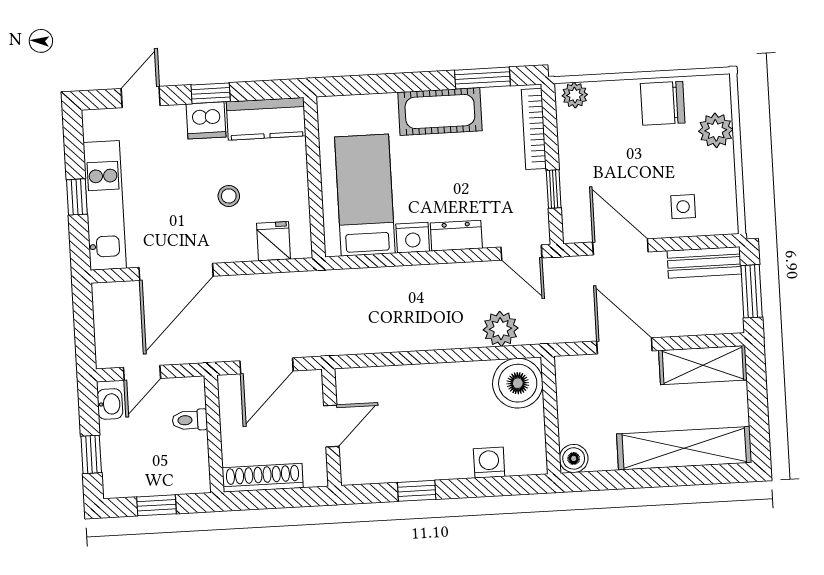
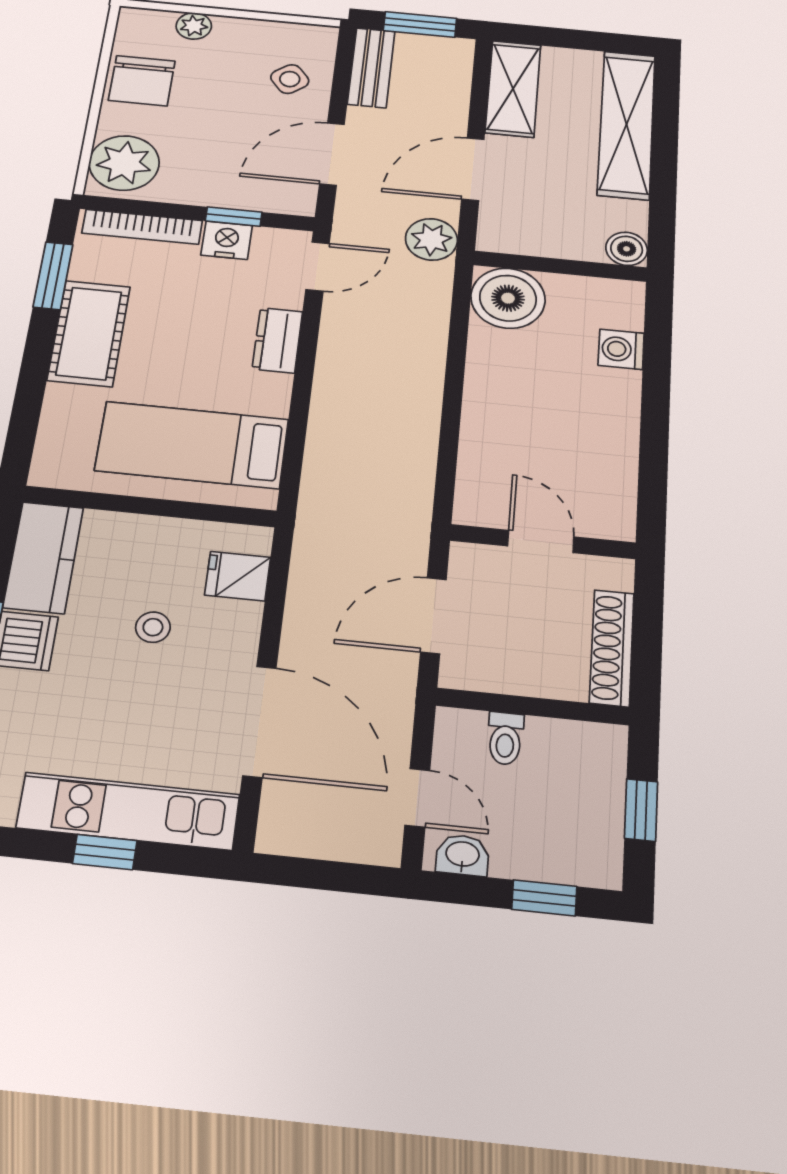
plant: (575, 95) -> (124, 163), width x1.88, depth x1.88
plant: (716, 130) -> (194, 26), width x0.73, depth x0.73
side table: (683, 207) -> (290, 79), turned -38
nightstand: (413, 238) -> (227, 240), moved, turned -90
plant: (501, 329) -> (431, 239), moved
door: (267, 366) -> (433, 615), swing flipped
window: (417, 491) -> (654, 445), removed

